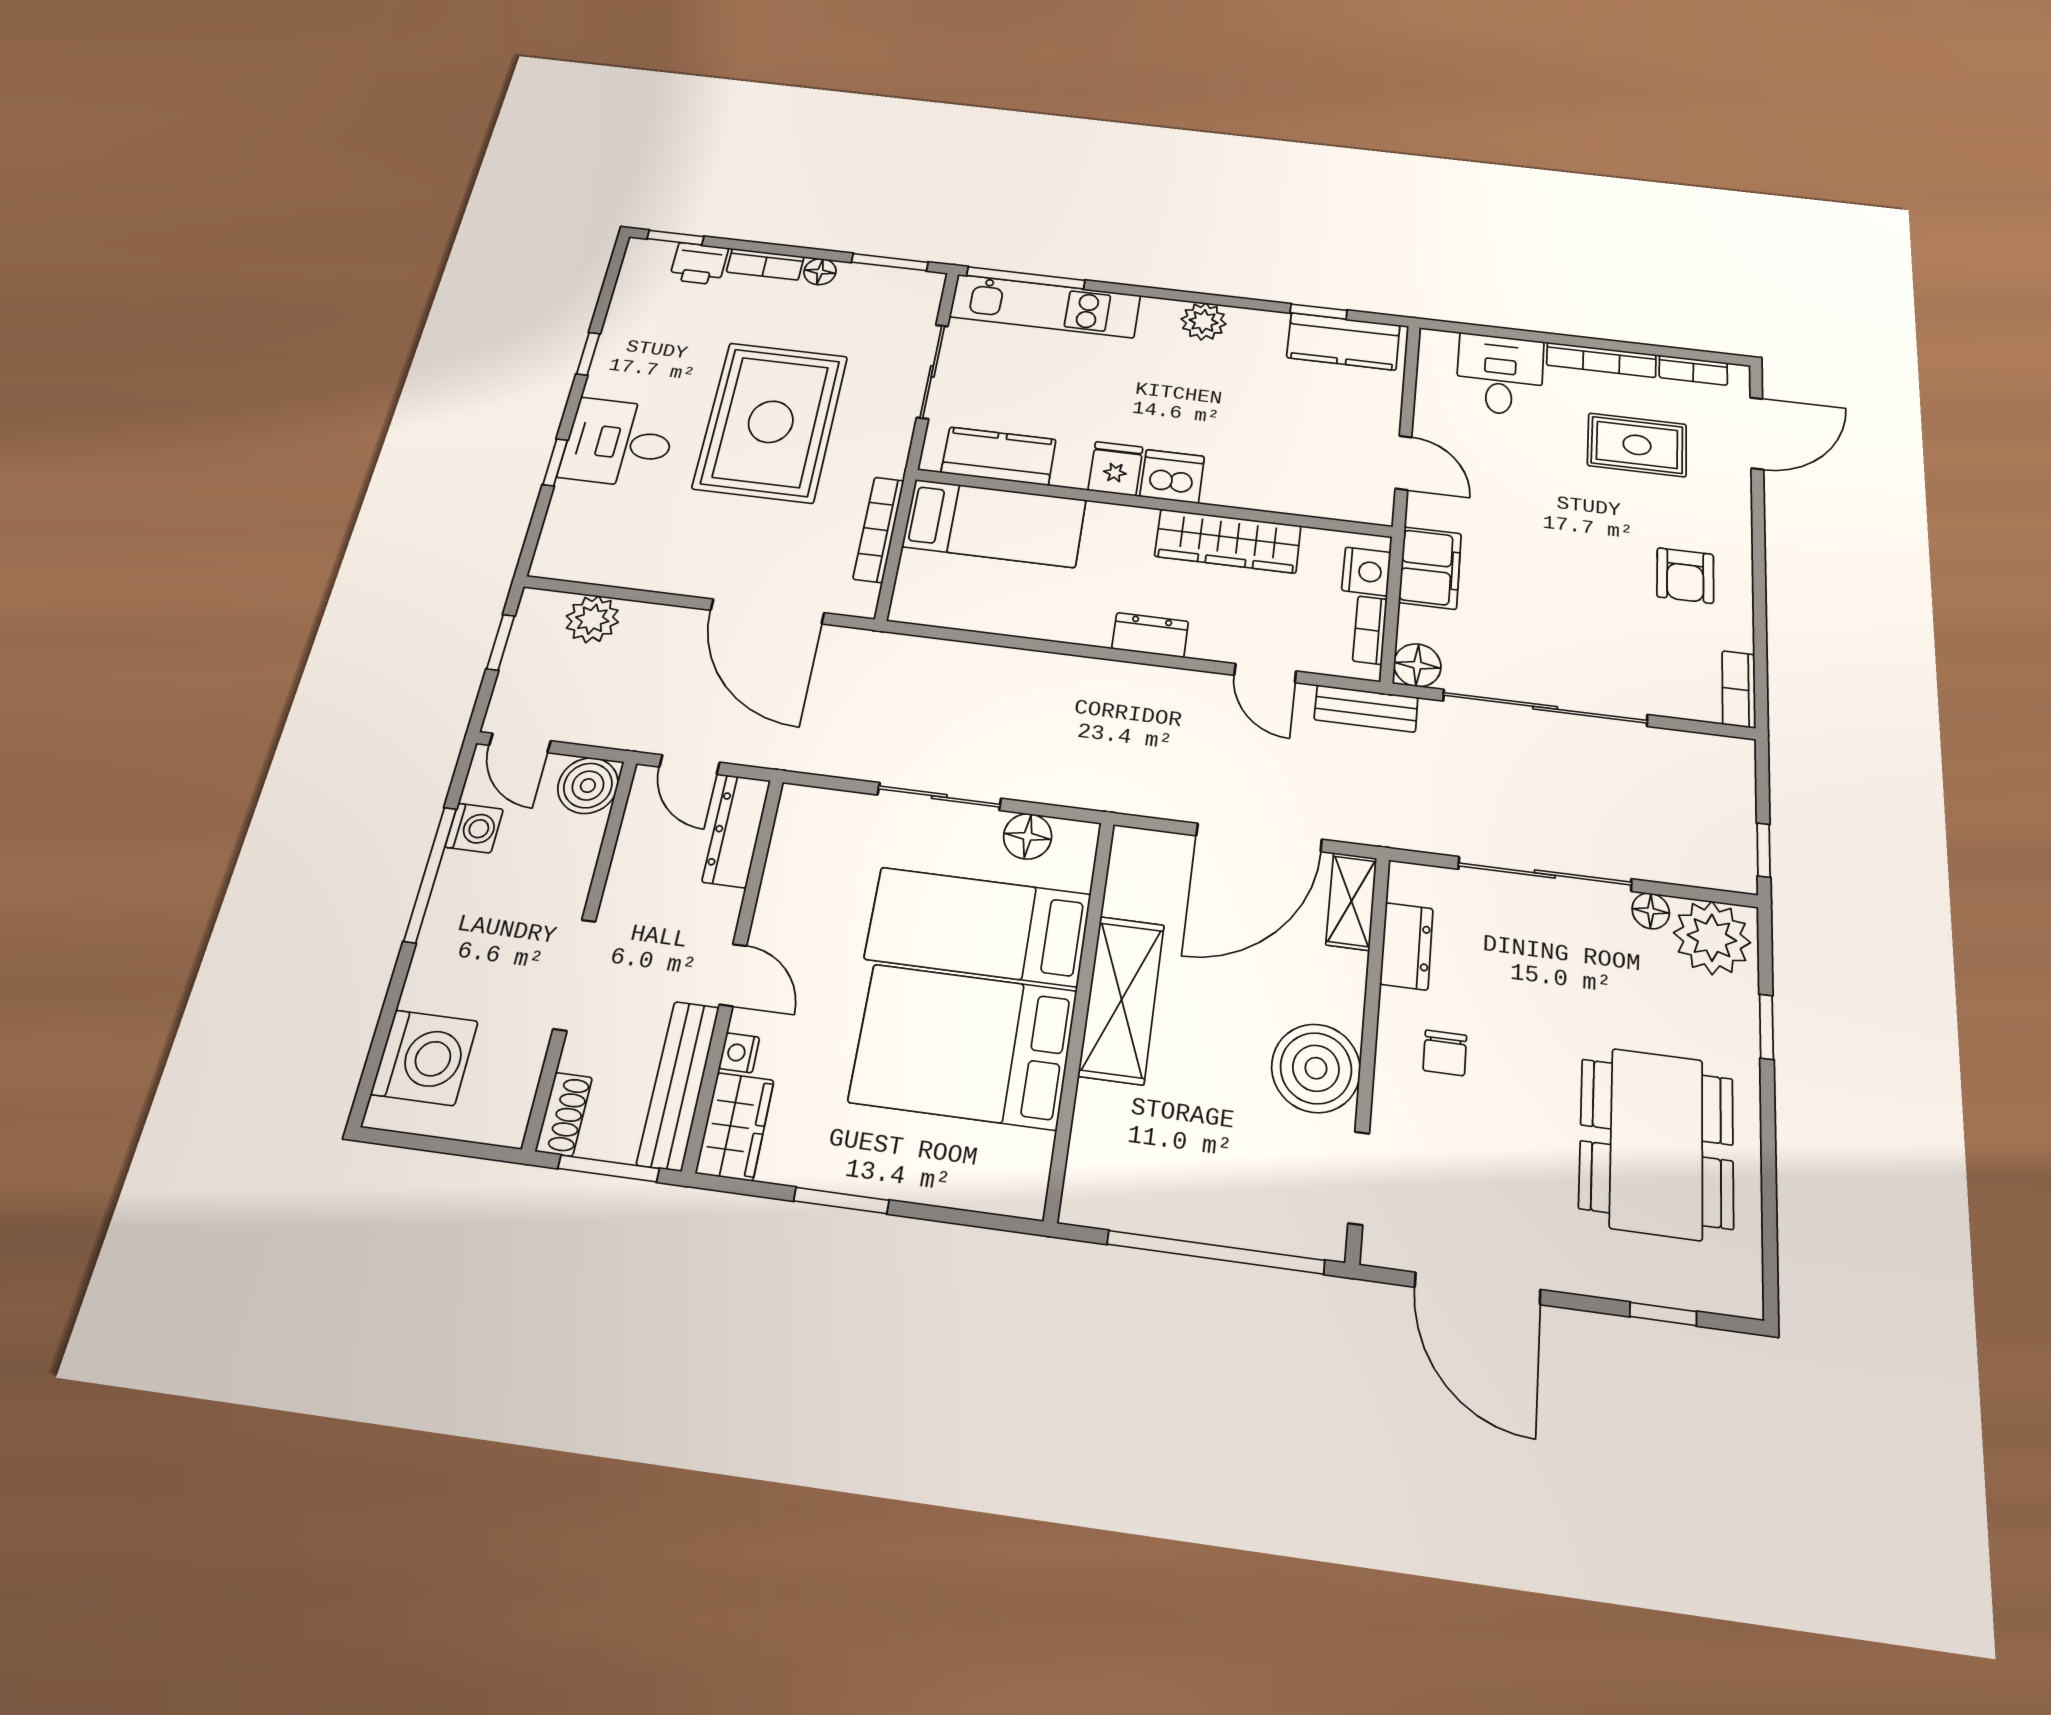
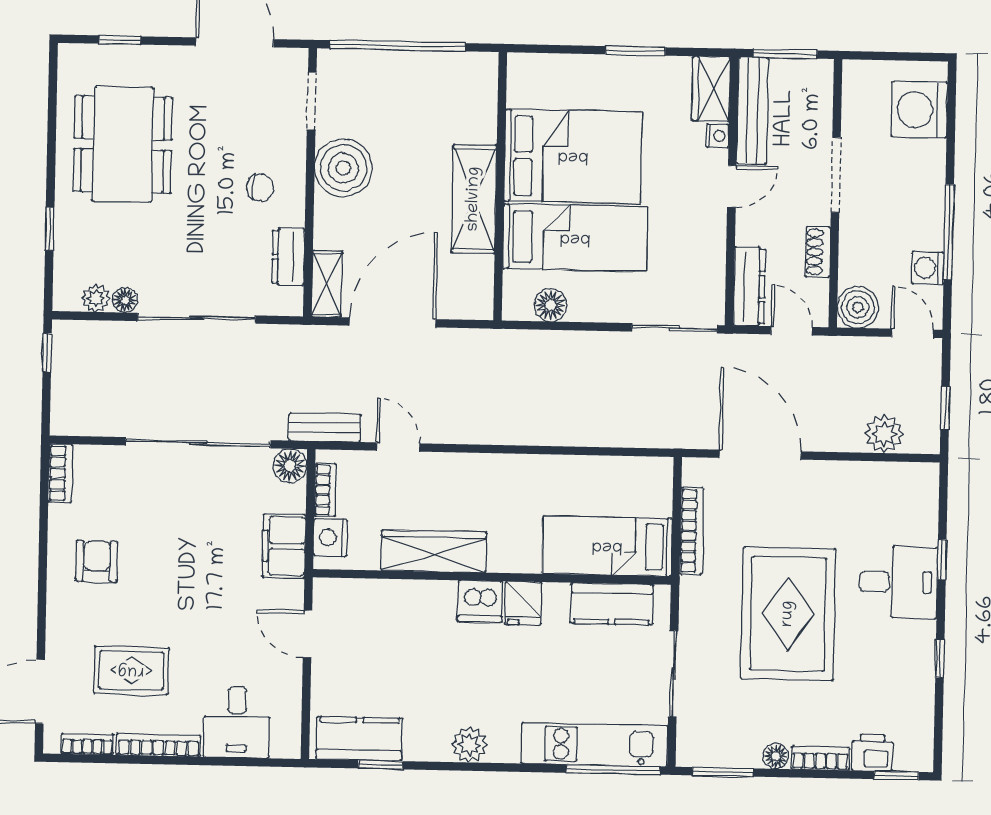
dresser: (1150, 635) -> (483, 468), removed
sliding door: (939, 797) -> (675, 328), moved
plant: (1712, 938) -> (96, 298), width x0.53, depth x0.53
door: (733, 975) -> (732, 186), swing flipped
chair: (1445, 1053) -> (260, 187), turned 94
shoe rack: (564, 1114) -> (818, 252), moved

